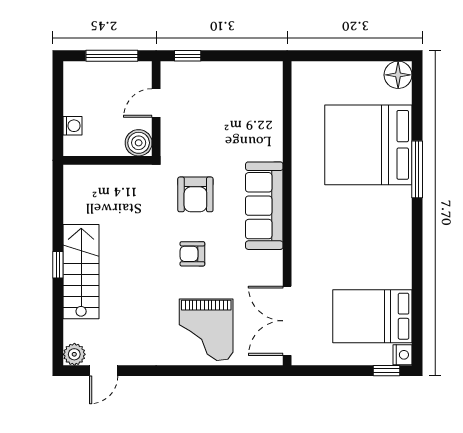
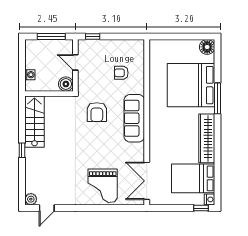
door: (156, 103) -> (75, 62), hinge flipped
wardrobe: (397, 243) -> (207, 138), added
armchair: (192, 254) -> (121, 73), moved
stairs: (81, 272) -> (34, 122), moved

